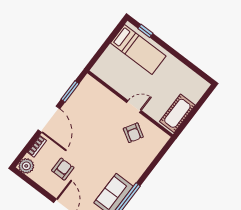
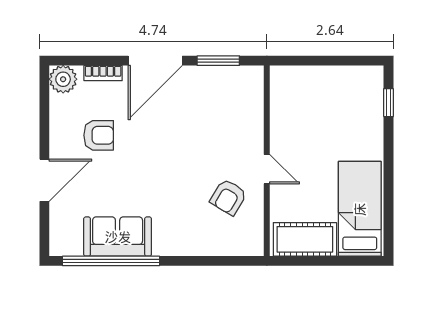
bed: (138, 50) -> (360, 209), moved, turned 180

